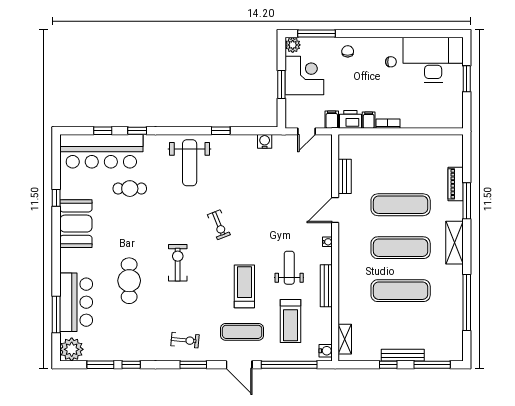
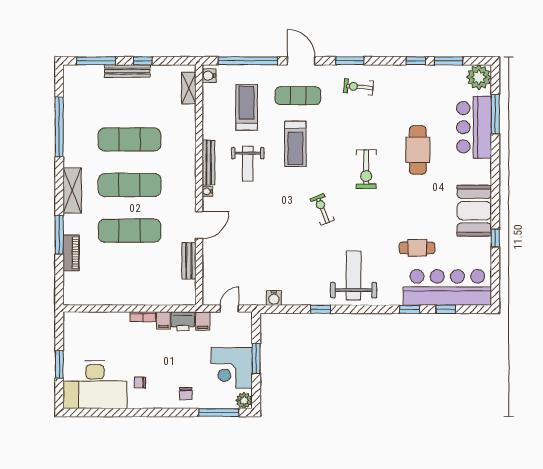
bench: (326, 286) -> (209, 162), moved

